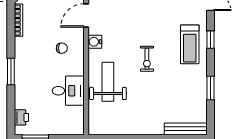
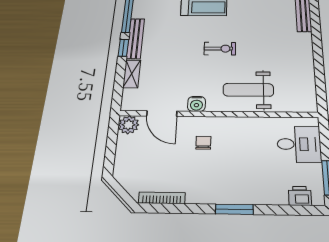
desk: (68, 91) -> (299, 144), moved, turned 90

